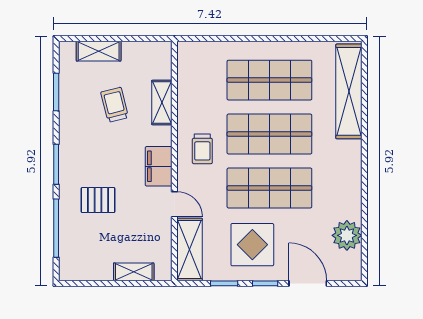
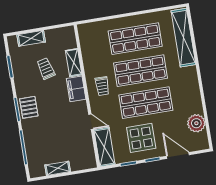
filing cabinet: (159, 166) -> (76, 89), moved
pallet: (98, 200) -> (29, 107), moved, turned 90
shelving: (134, 272) -> (58, 168), moved

